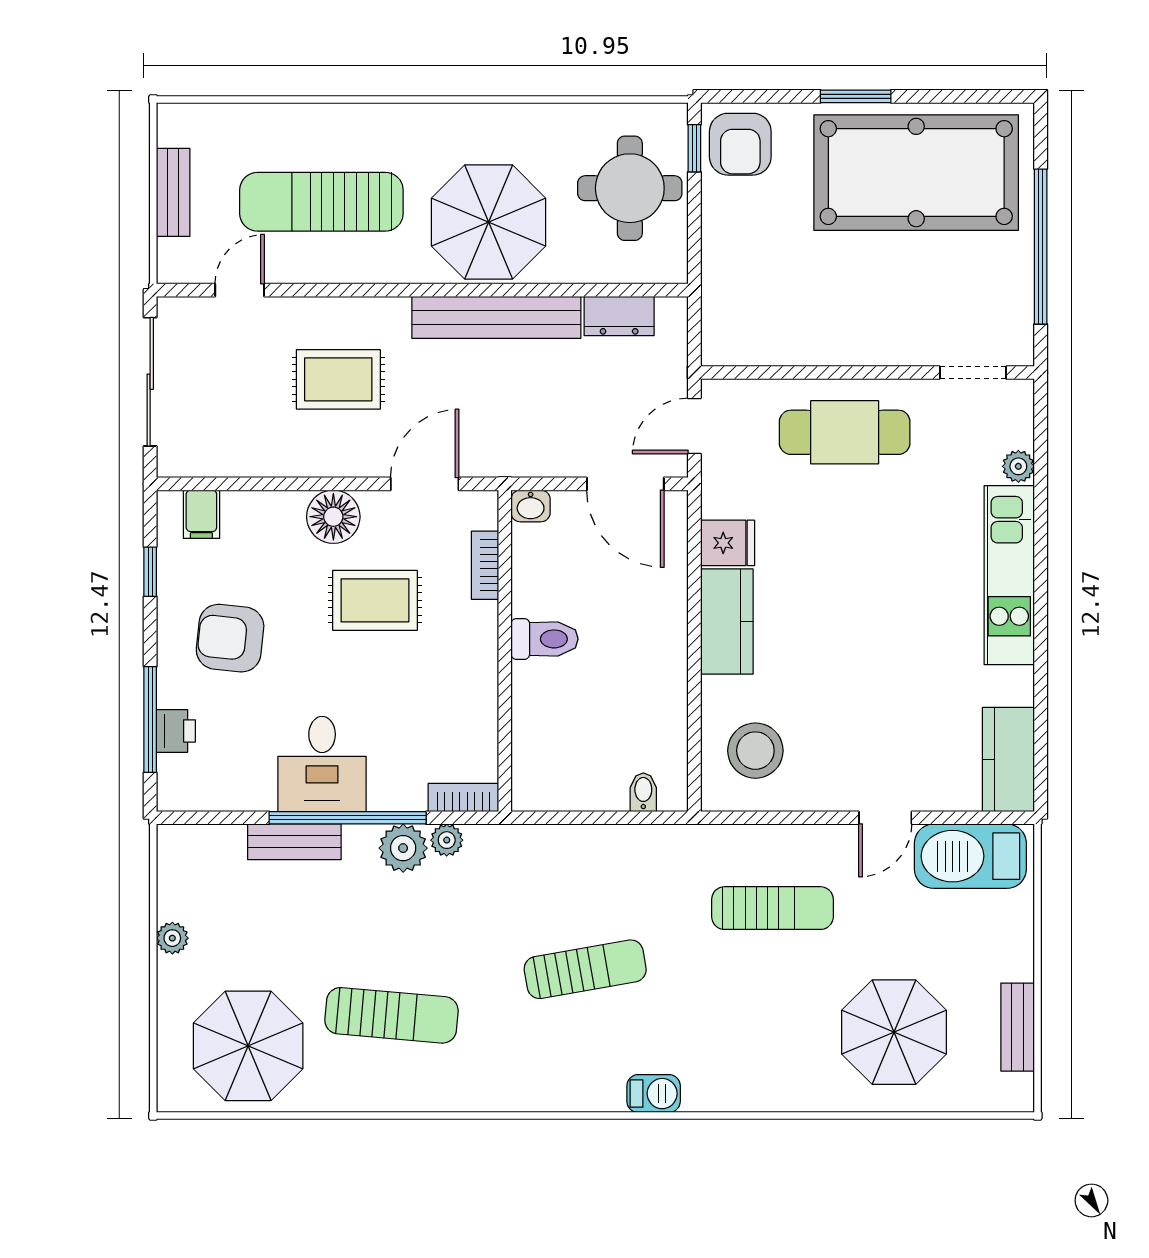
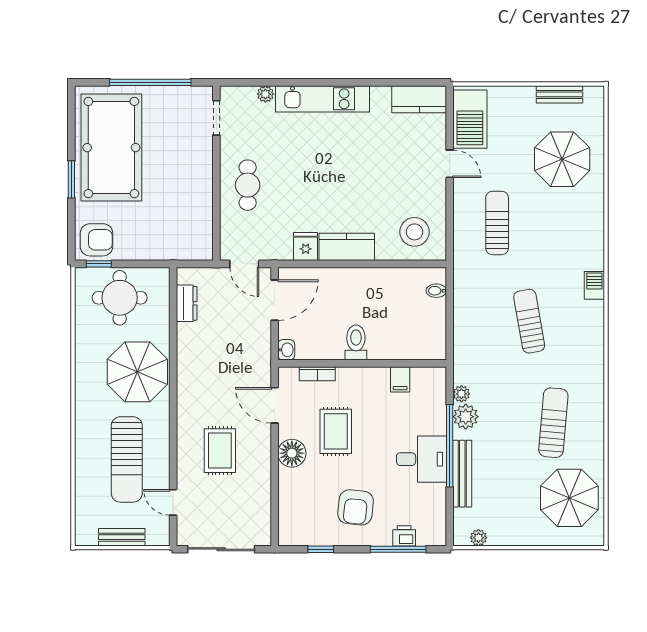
bench: (496, 317) -> (187, 368), removed
cafe table: (845, 432) -> (248, 185), width x0.73, depth x0.74
filing cabinet: (201, 514) -> (400, 379), moved, turned 90
bookcase: (463, 798) -> (439, 385), removed
bench: (294, 842) -> (462, 474), width x1.36
plant: (172, 938) -> (478, 538), moved

